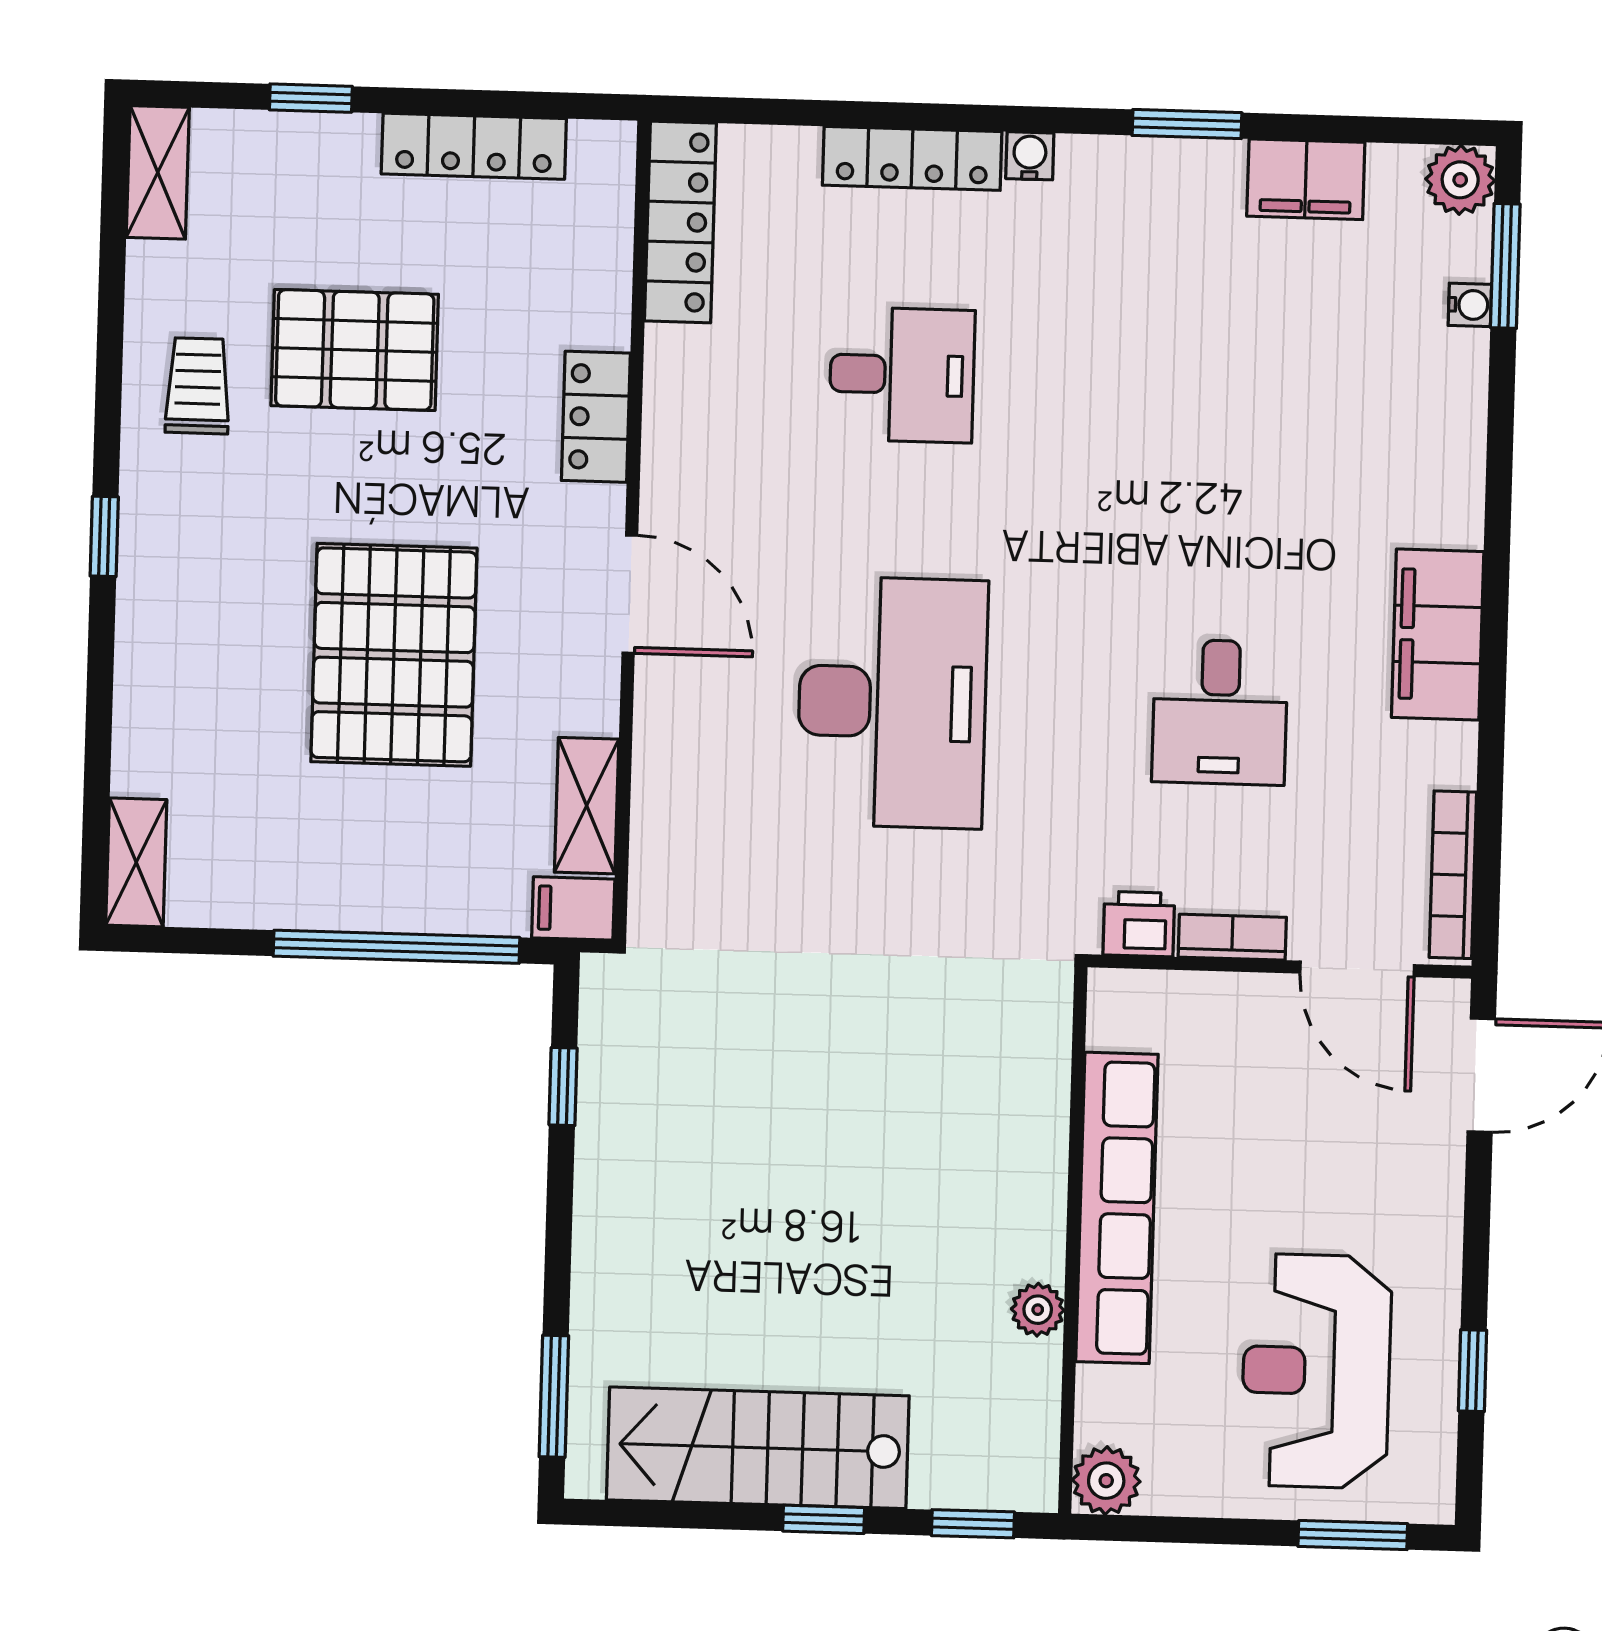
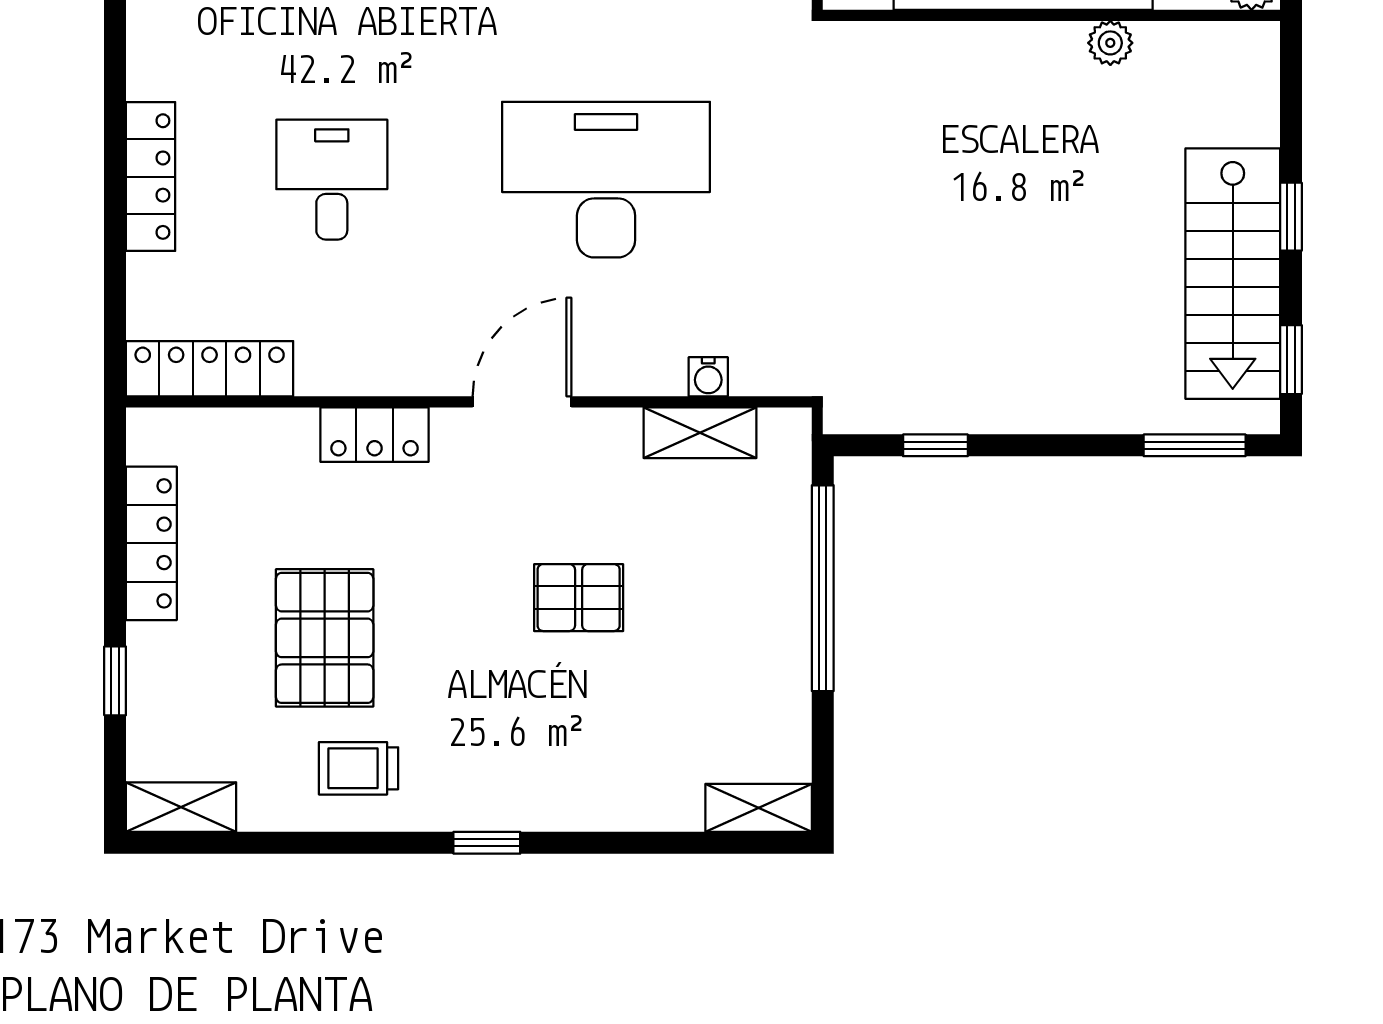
water cooler: (1030, 156) -> (708, 377), moved, turned -90
pallet: (394, 655) -> (579, 598), width x0.49, depth x0.50
filing cabinet: (573, 908) -> (786, 441), removed
window: (973, 1524) -> (1291, 360), moved

